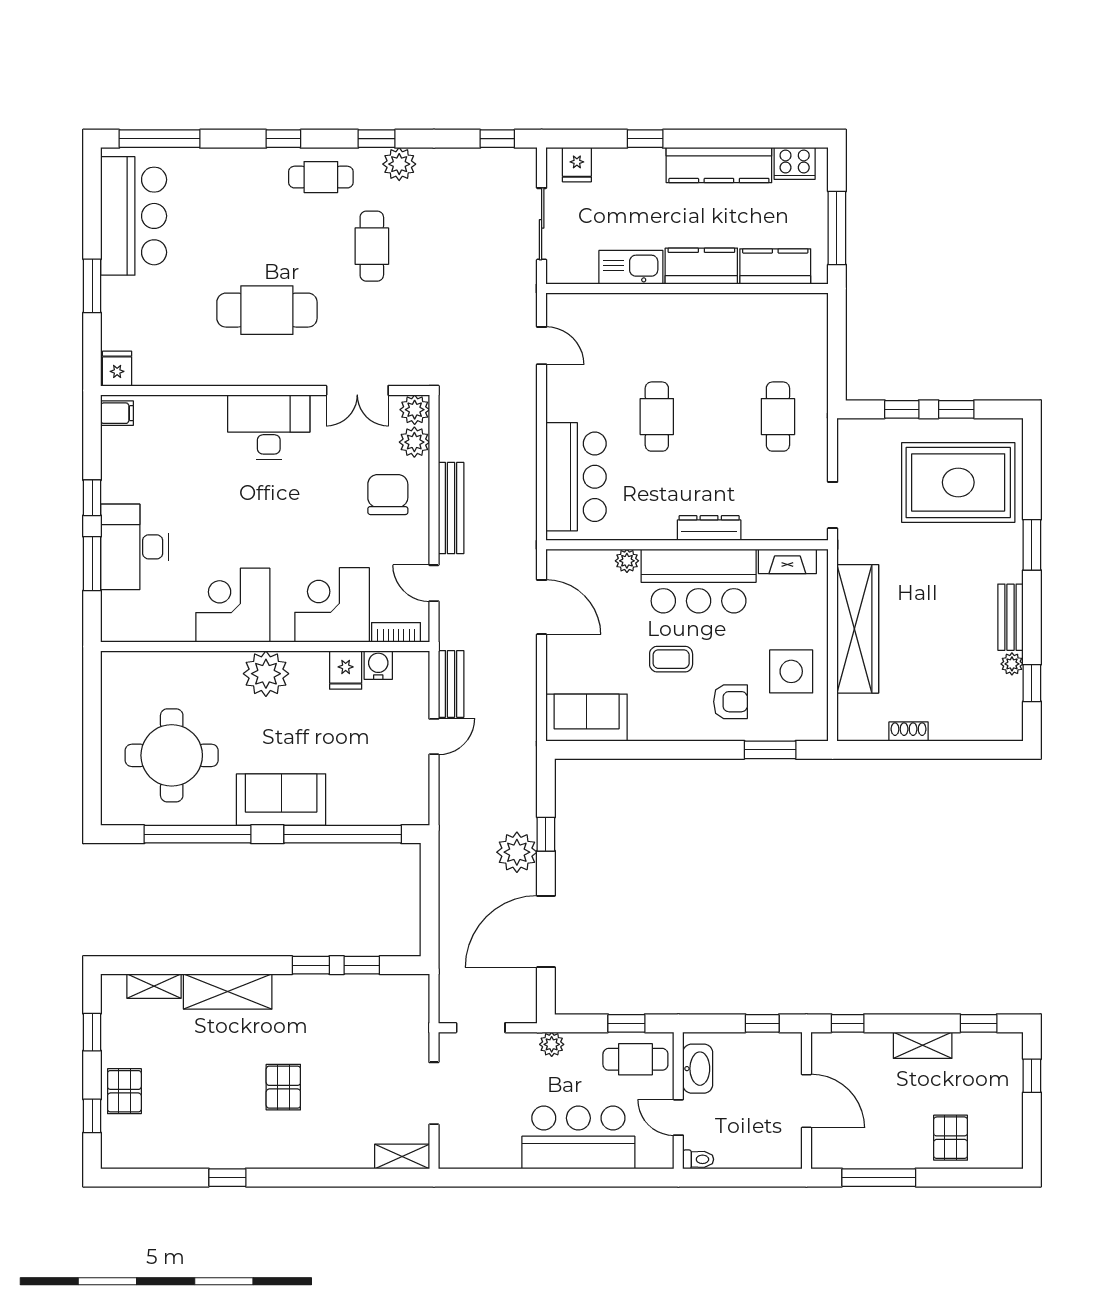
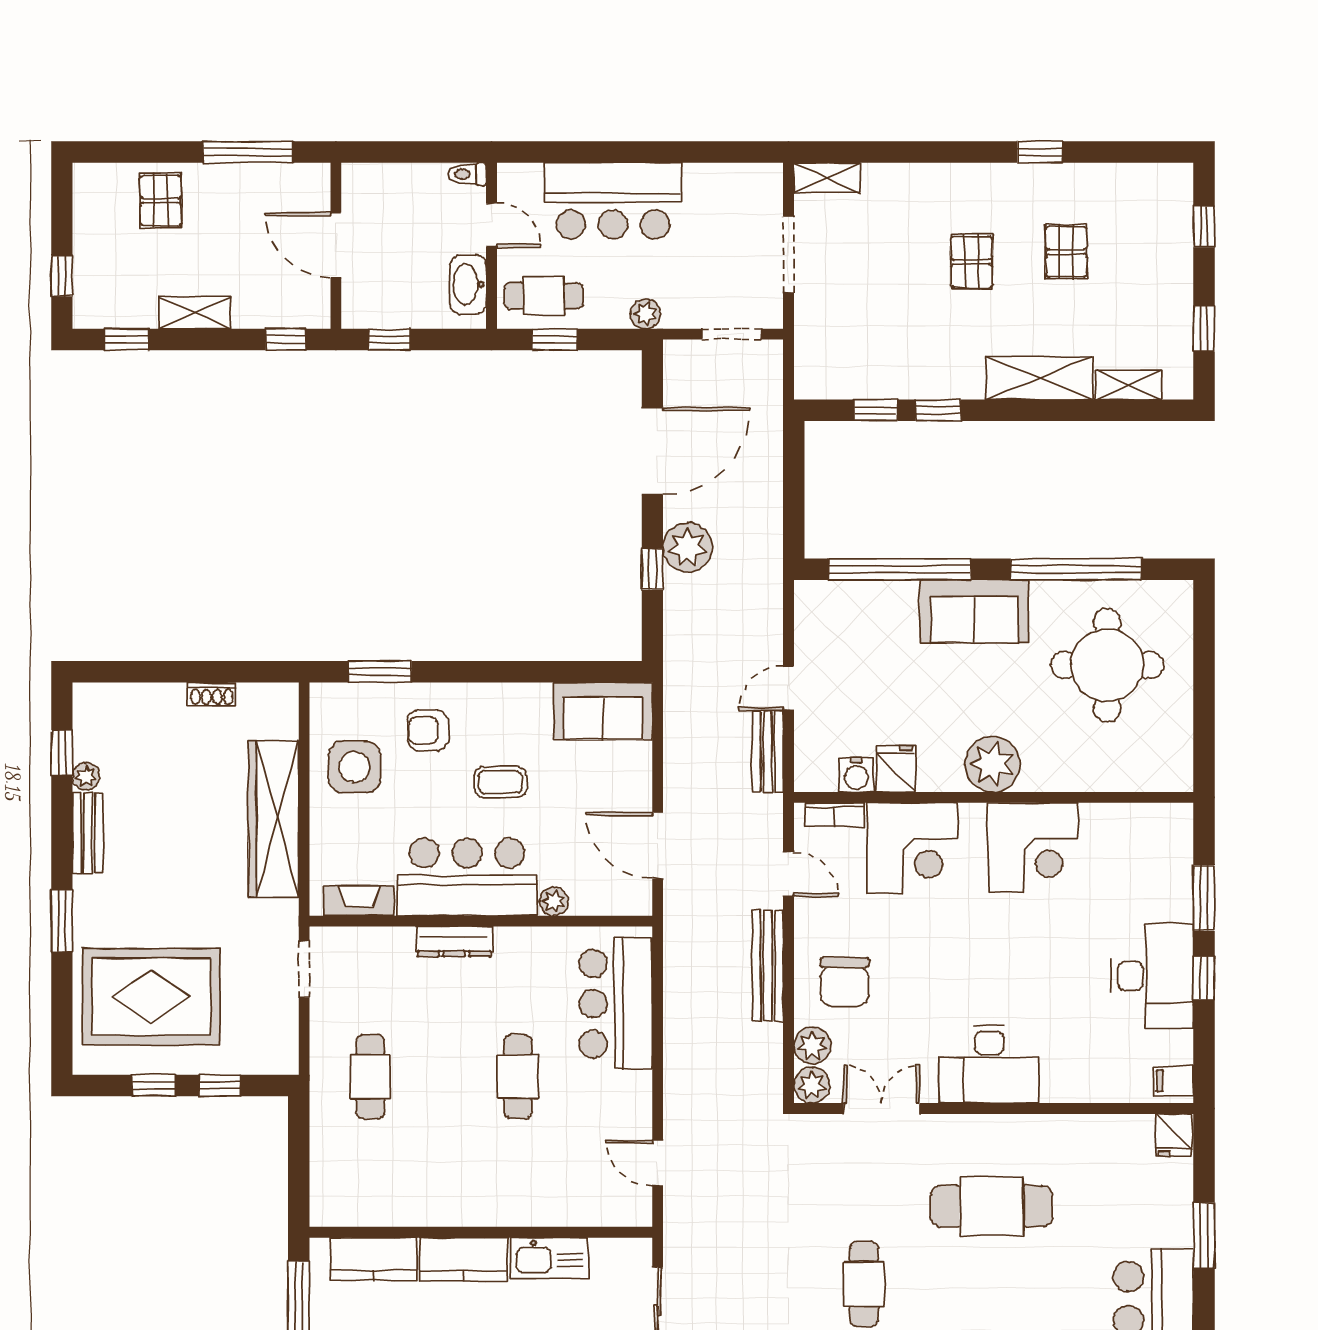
desk: (134, 547) -> (1152, 976), moved
pallet: (124, 1091) -> (1066, 252), moved

